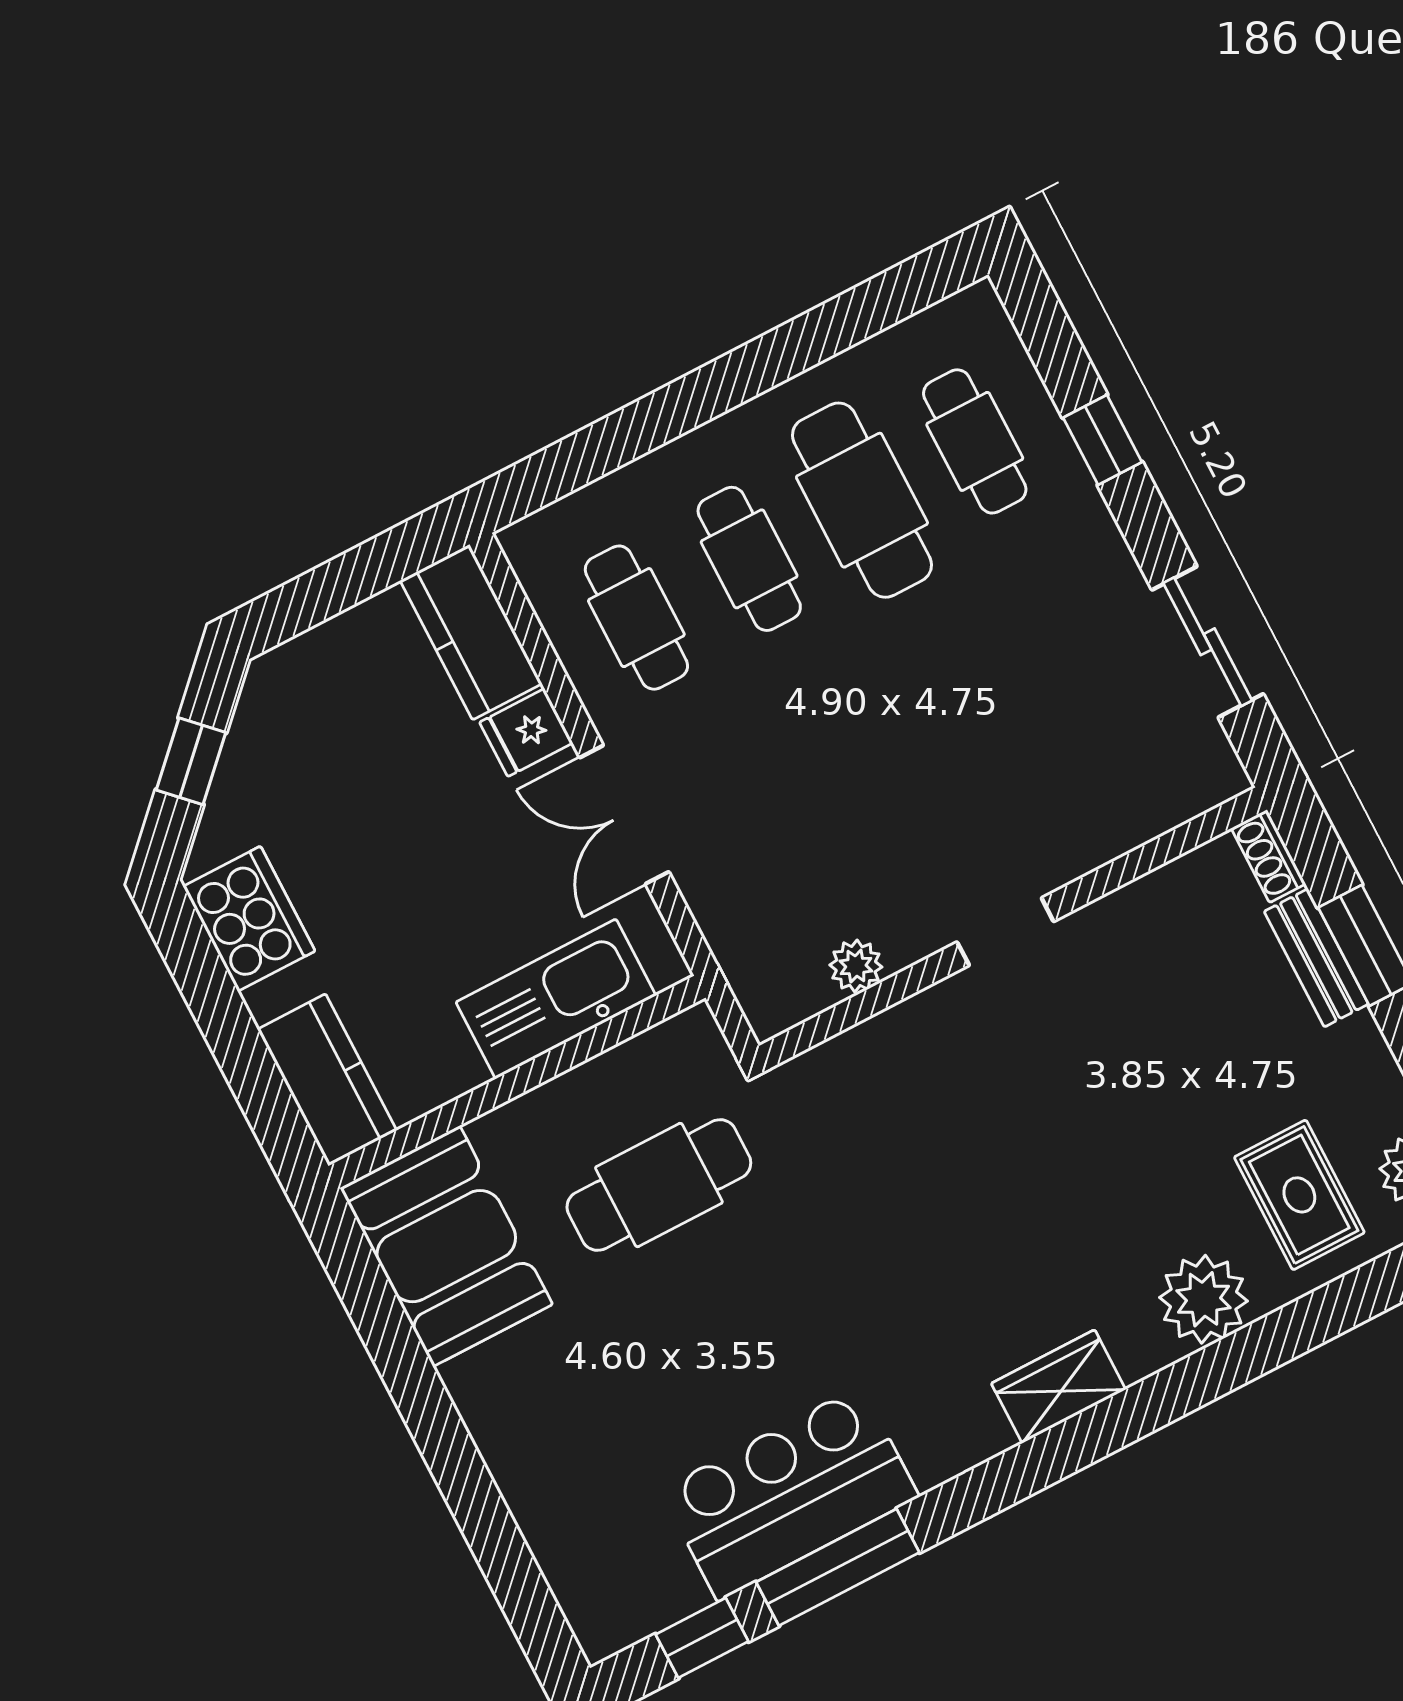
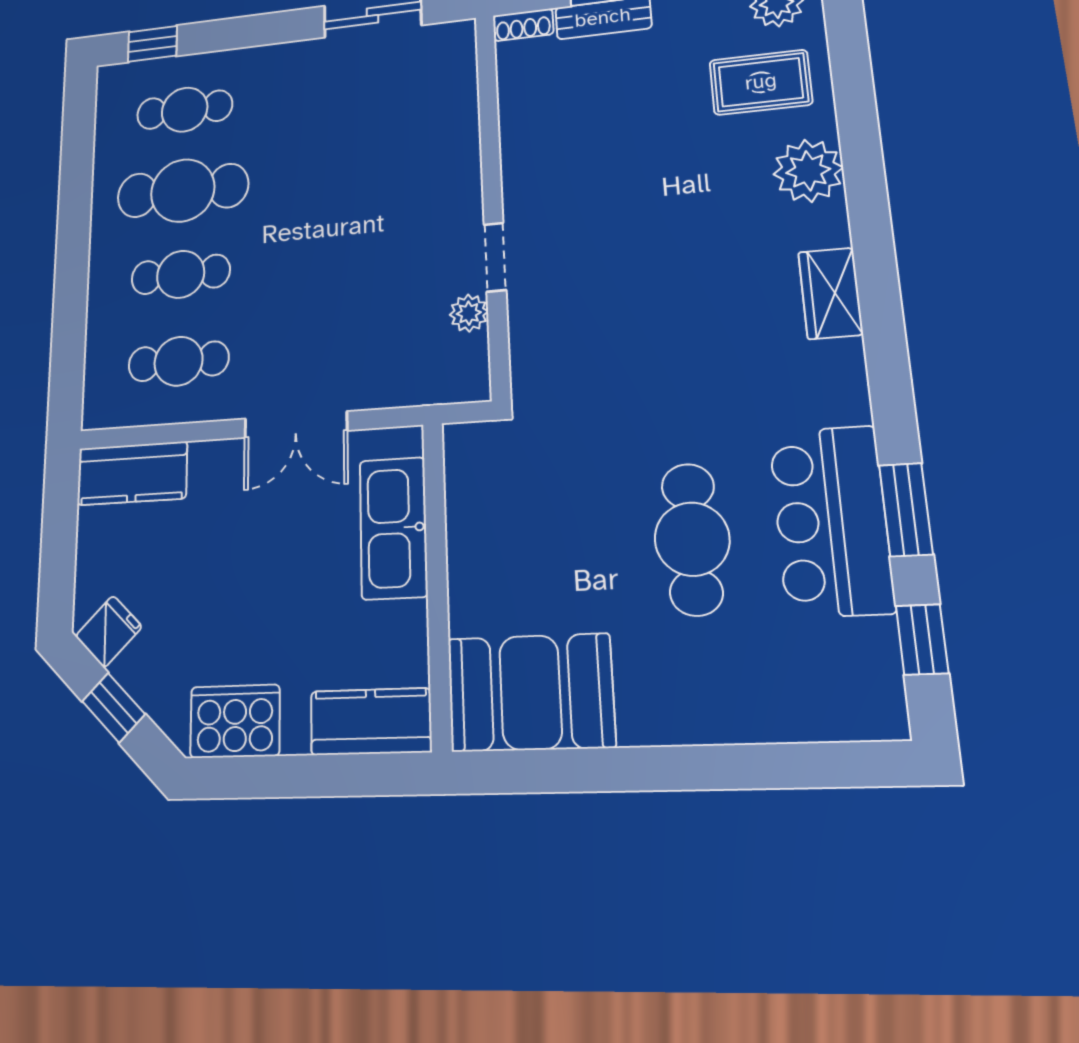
window: (1102, 440) -> (152, 44), moved
fridge: (526, 733) -> (109, 631), moved, turned -135
doorway: (1005, 932) -> (495, 257), moved
cafe table: (659, 1185) -> (692, 539), moved
window: (838, 1567) -> (906, 510), width x0.69

